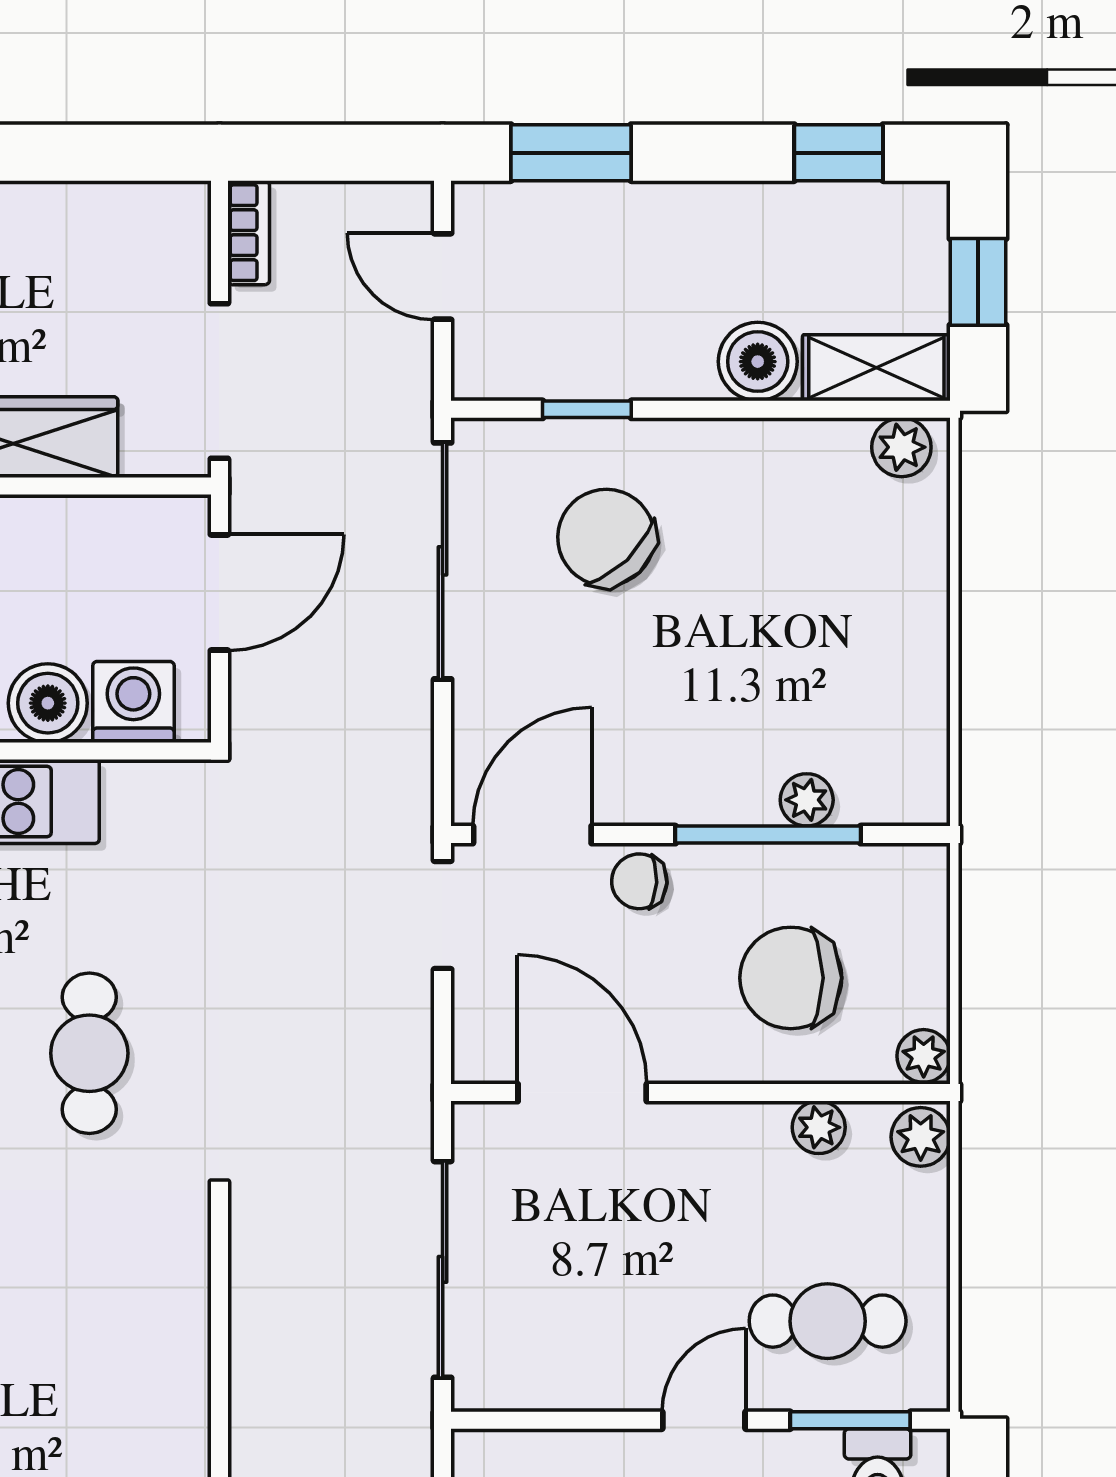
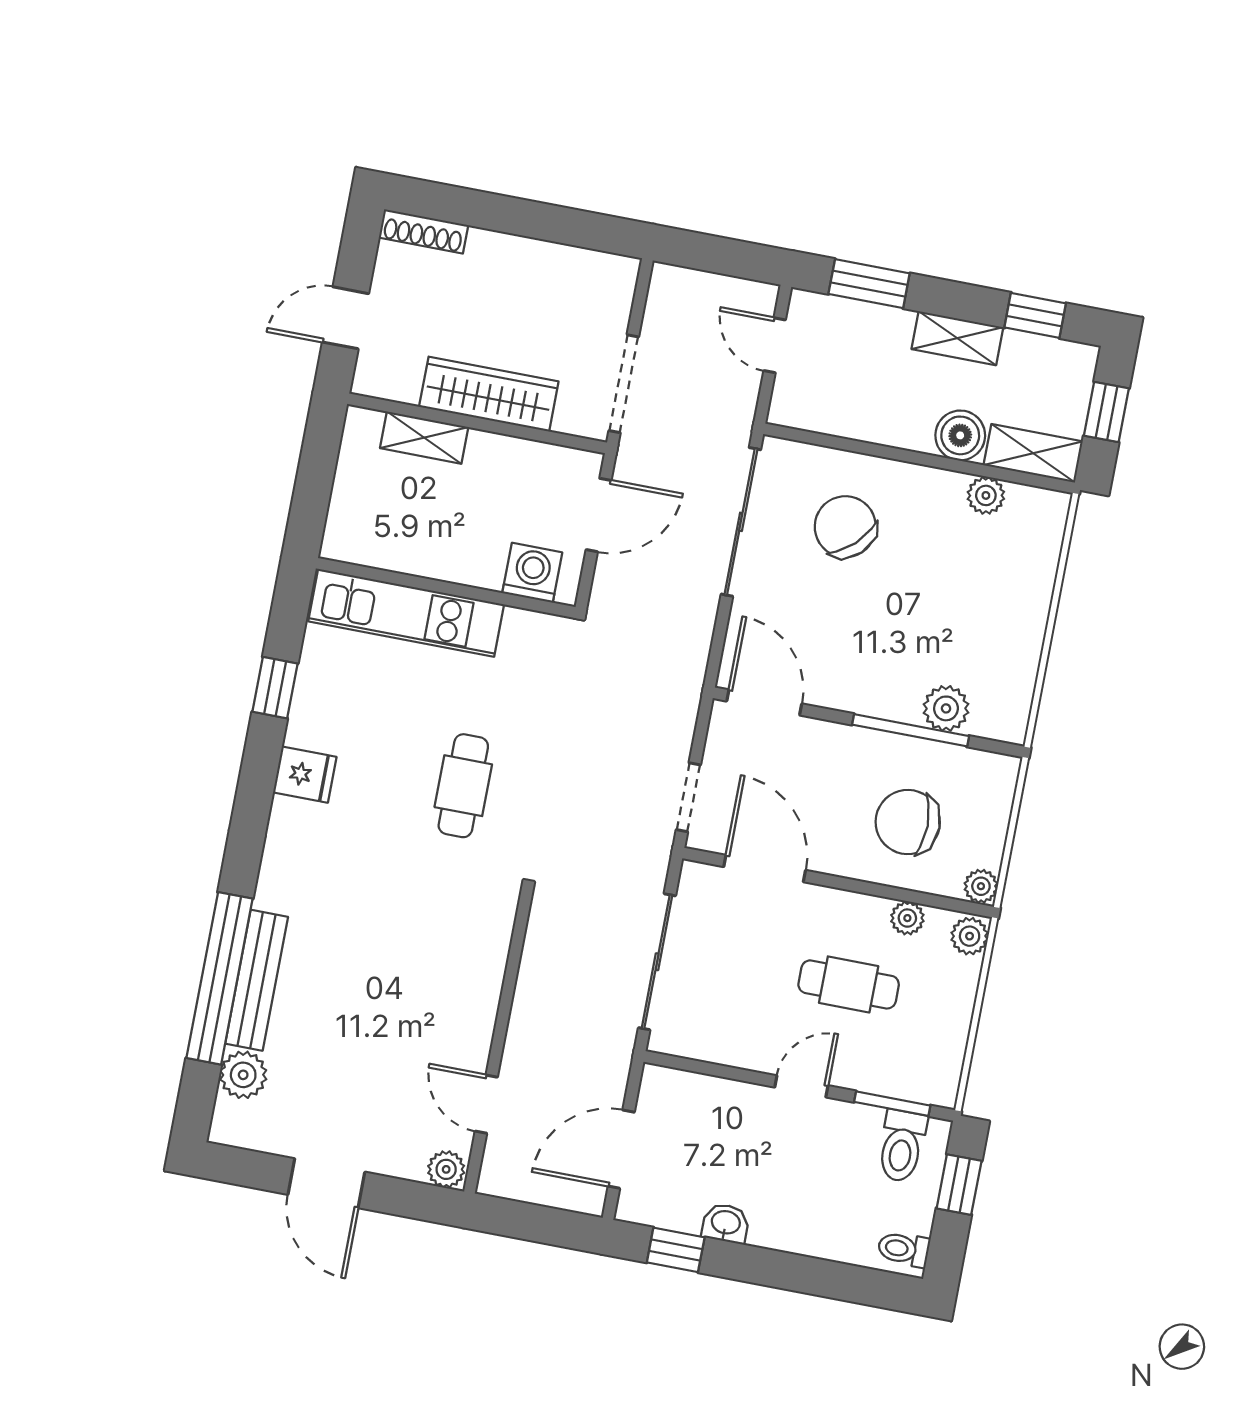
shelving: (724, 211) -> (957, 338), added
bookcase: (249, 233) -> (659, 295), removed
window: (587, 409) -> (849, 445), removed
plant: (901, 447) -> (986, 495), moved
boiler: (48, 703) -> (479, 563), removed
plant: (807, 800) -> (946, 708), width x1.38, depth x1.38
door: (532, 835) -> (764, 702), hinge flipped
chair: (639, 881) -> (825, 744), removed
doorway: (443, 915) -> (688, 797), moved
cafe table: (828, 1321) -> (849, 984), moved

